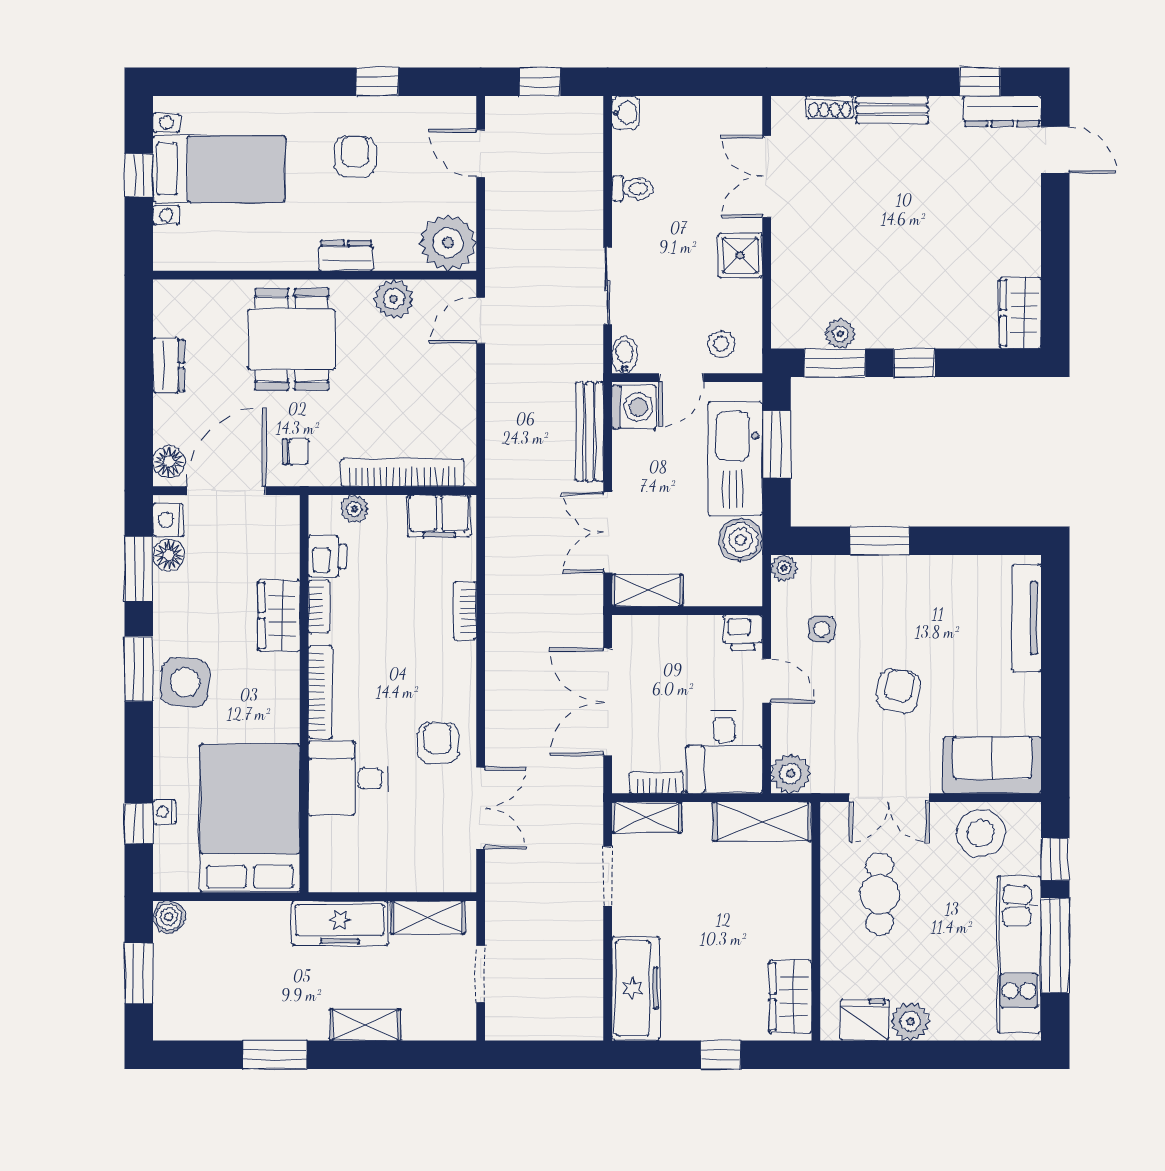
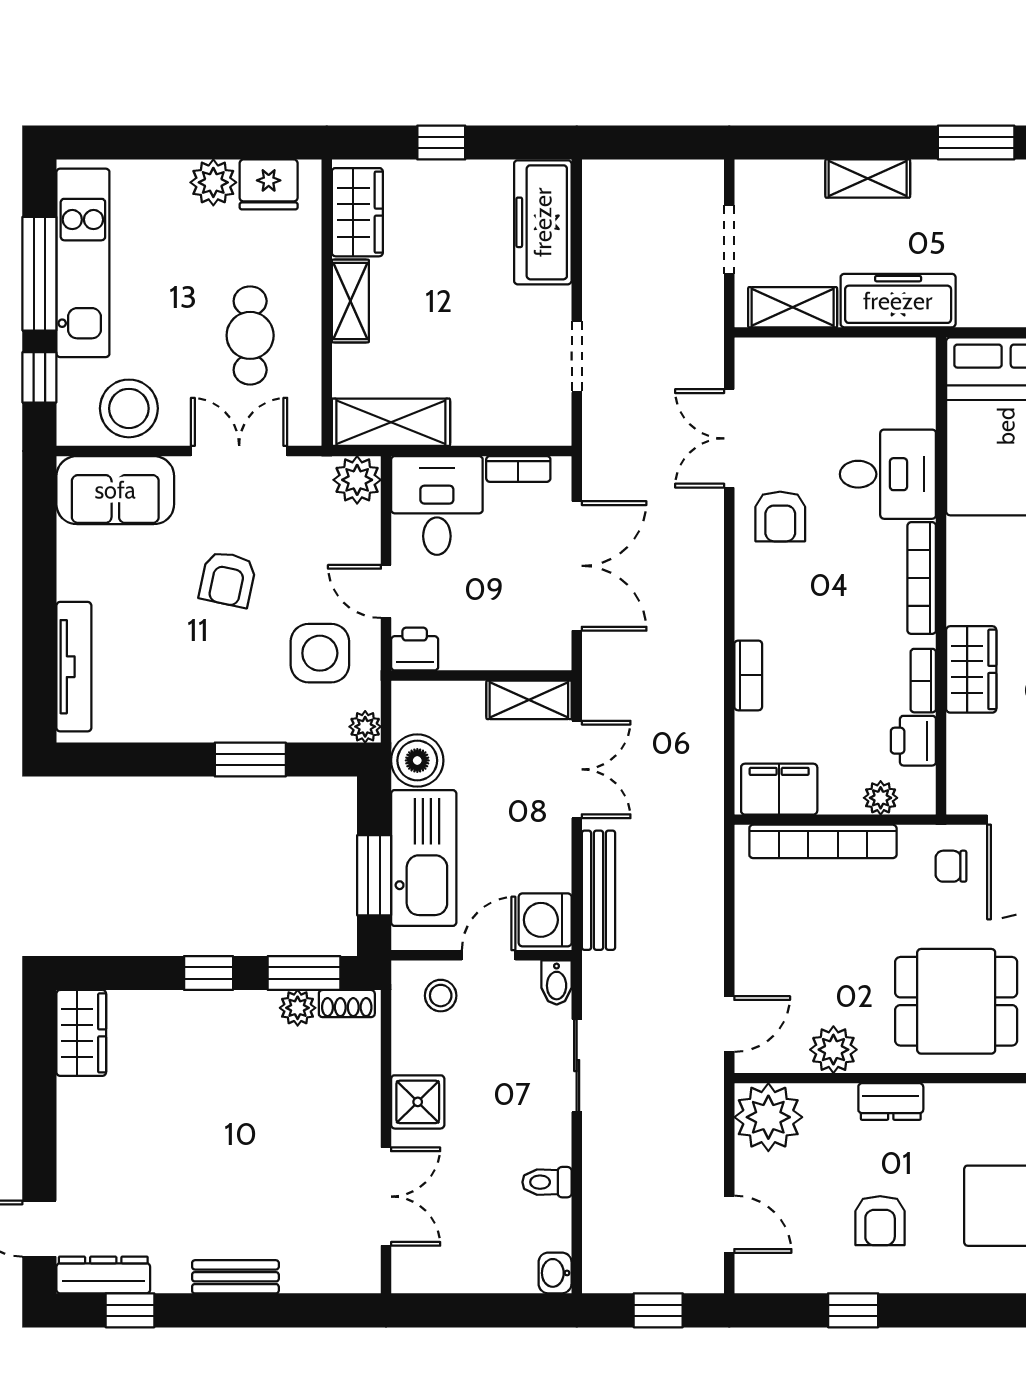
shoe rack: (830, 107) -> (347, 1004), moved, turned 180
dining table: (291, 339) -> (956, 1001), turned 90
side table: (822, 629) -> (320, 653), width x1.87, depth x1.87
shelving: (646, 817) -> (350, 301), moved, turned 90

